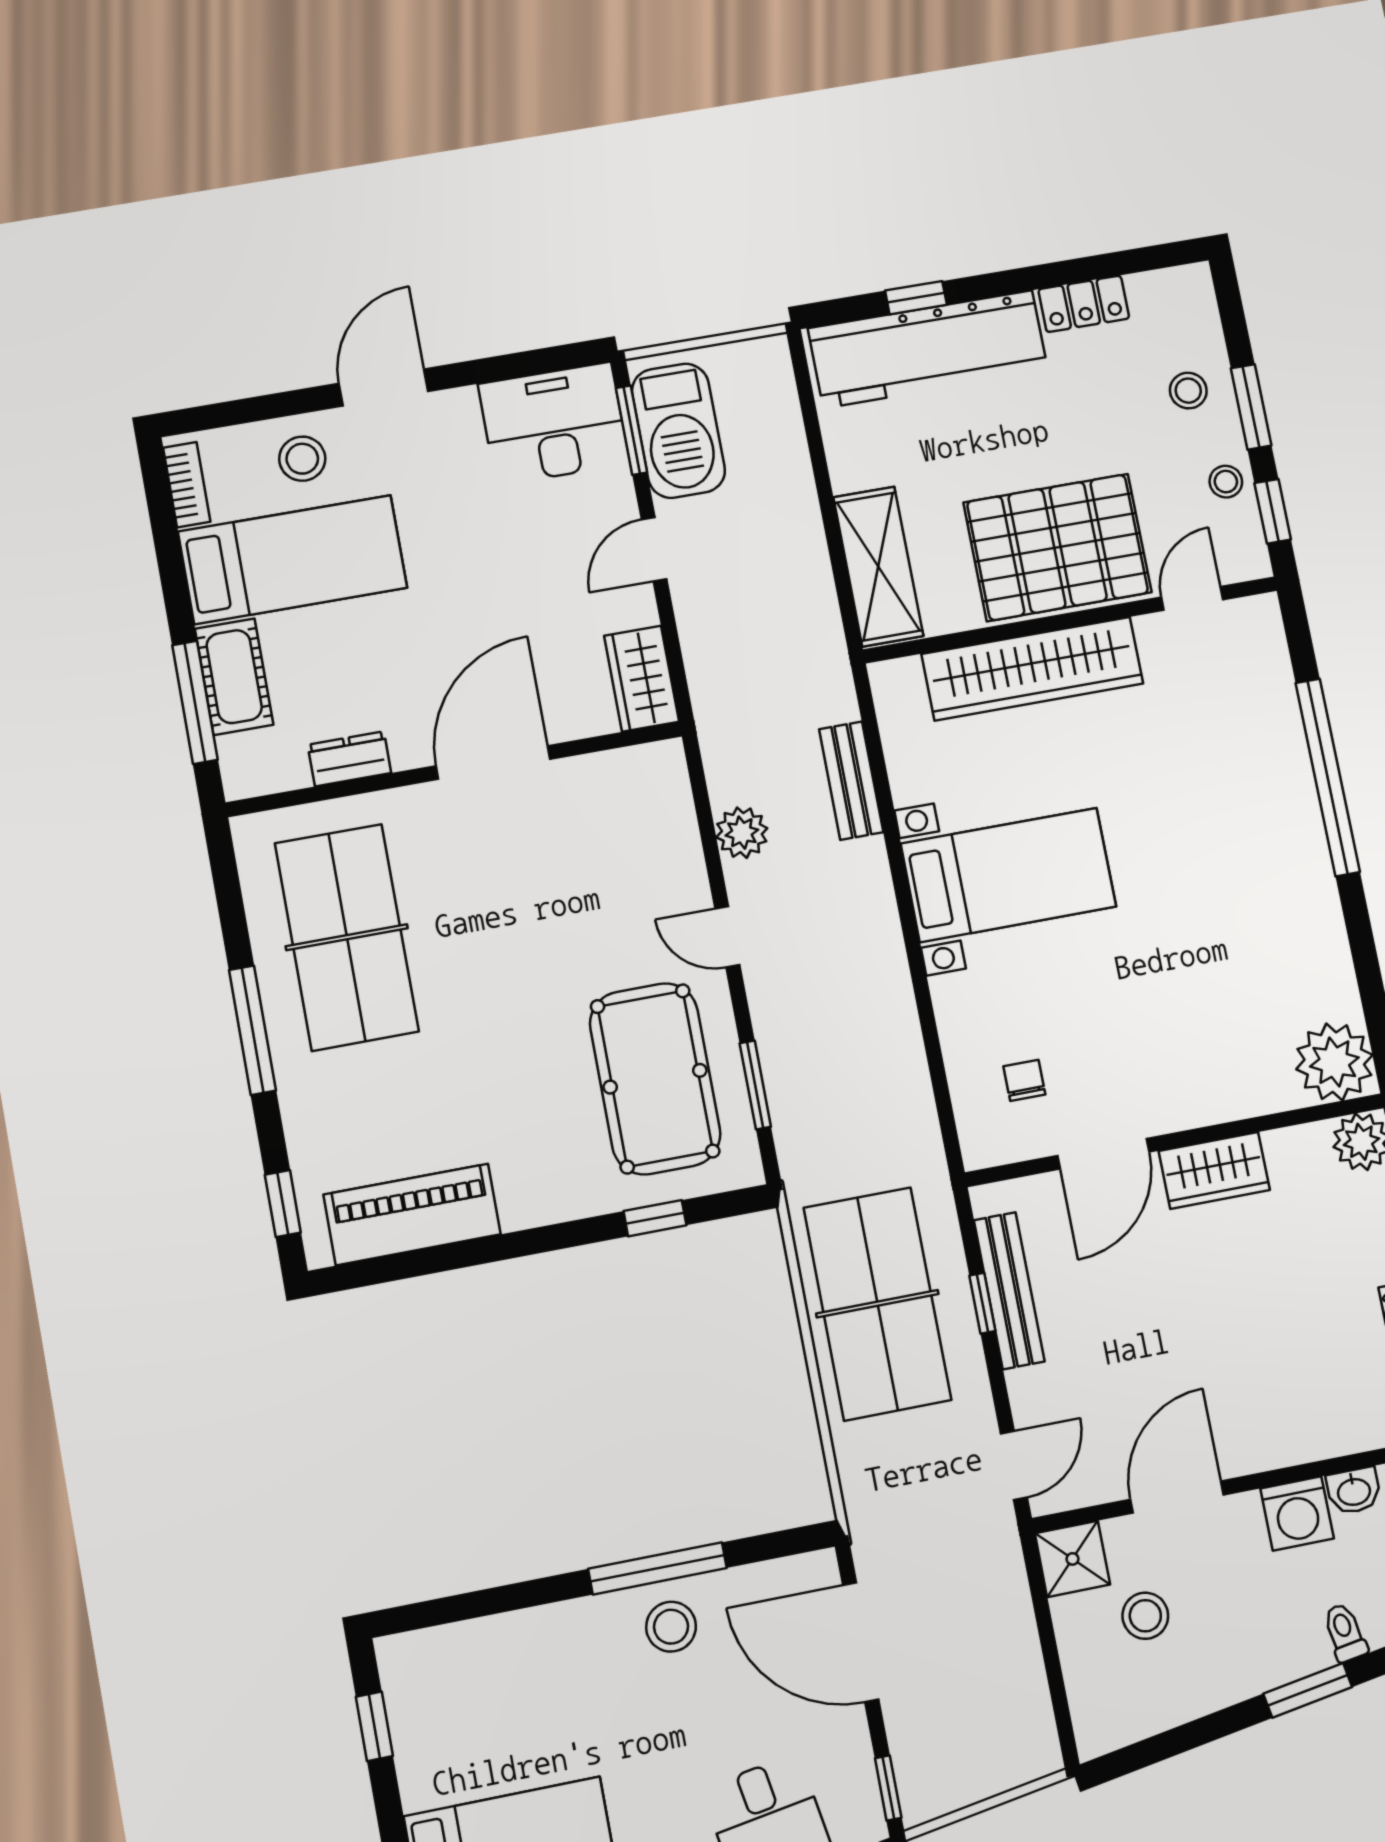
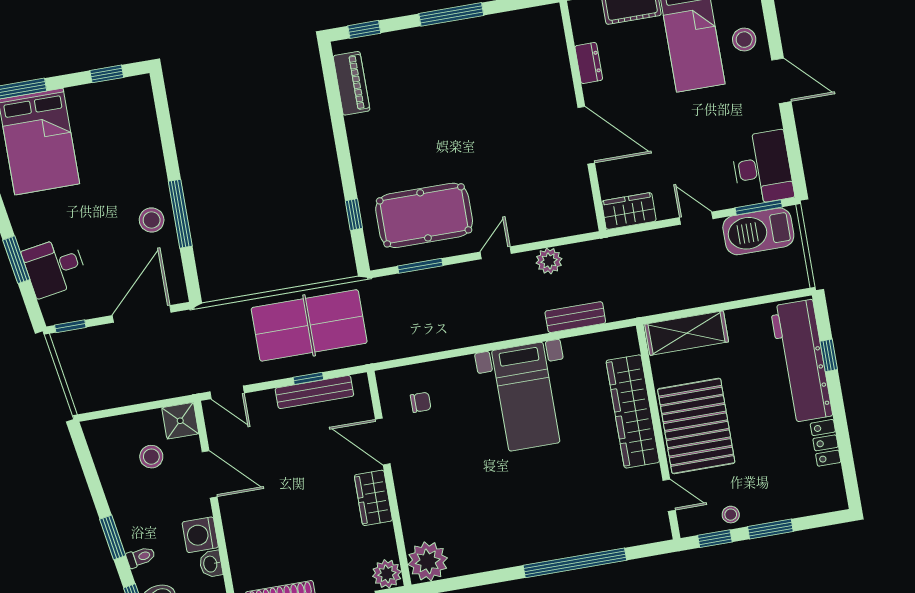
stool: (1188, 391) -> (779, 496), removed
table tennis table: (347, 937) -> (498, 61), removed
piano: (412, 1214) -> (351, 83), width x0.73, depth x0.75

